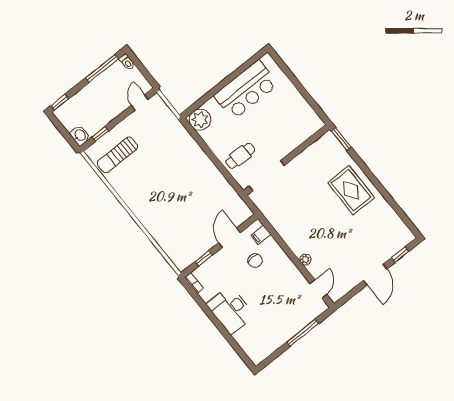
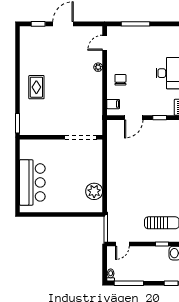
bar counter: (246, 90) -> (32, 182), moved, turned 90
plant: (200, 120) -> (94, 191), moved
cafe table: (240, 156) -> (87, 162), removed
rug: (351, 190) -> (36, 87), width x0.73, depth x0.70
chair: (255, 261) -> (120, 80), moved

